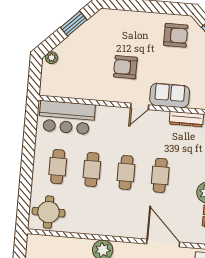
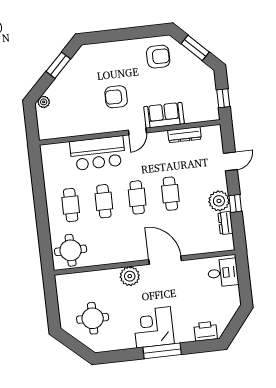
bar counter: (67, 118) -> (98, 153), moved
door: (163, 243) -> (165, 260), moved

